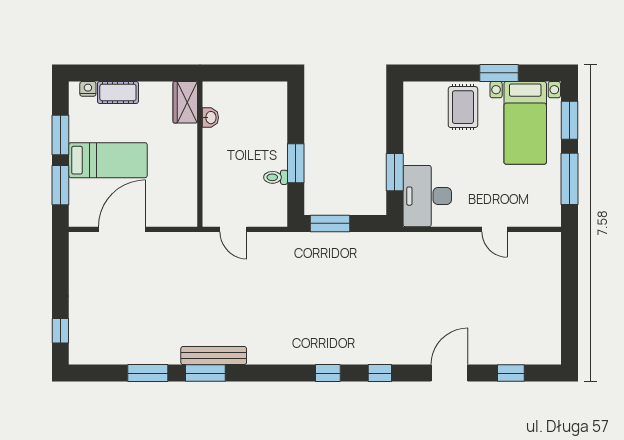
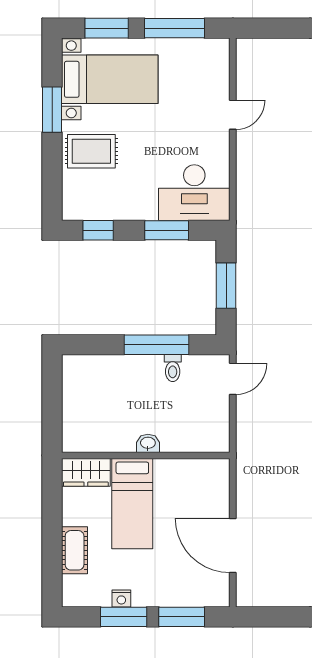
nightstand: (88, 89) -> (121, 599), moved, turned -90
window: (395, 113) -> (98, 230), added
washbasin: (210, 118) -> (148, 443), moved
bed: (108, 160) -> (132, 504), moved, turned 180
window: (296, 163) -> (156, 345), width x1.44
window: (330, 223) -> (226, 286), moved
door: (233, 229) -> (233, 379), moved

